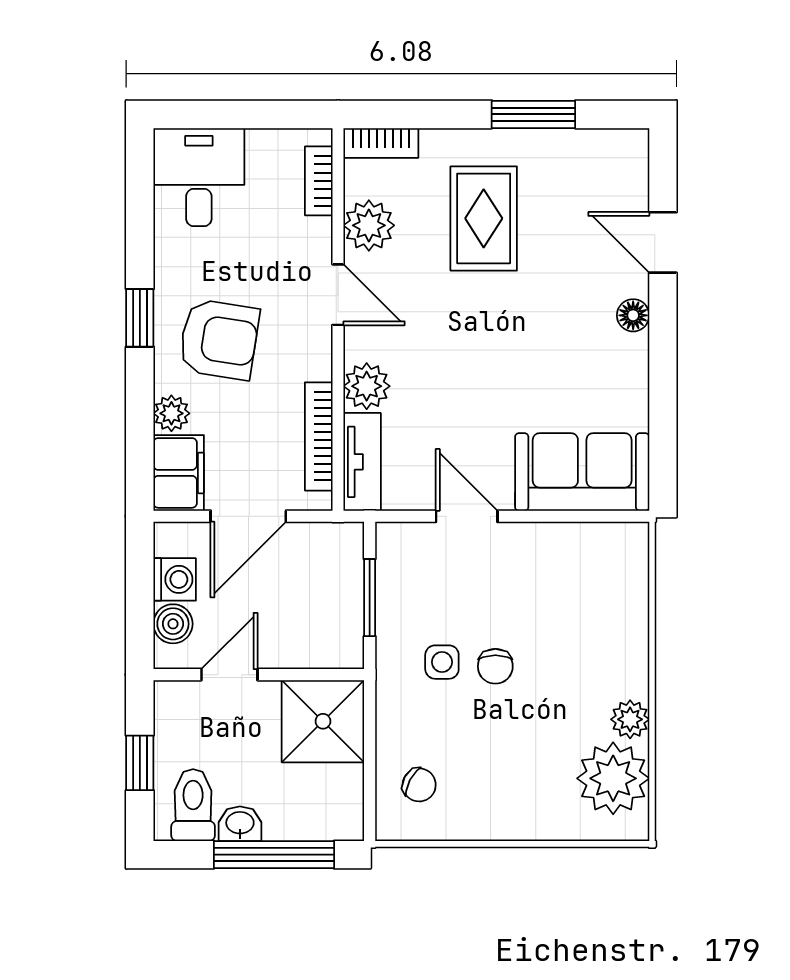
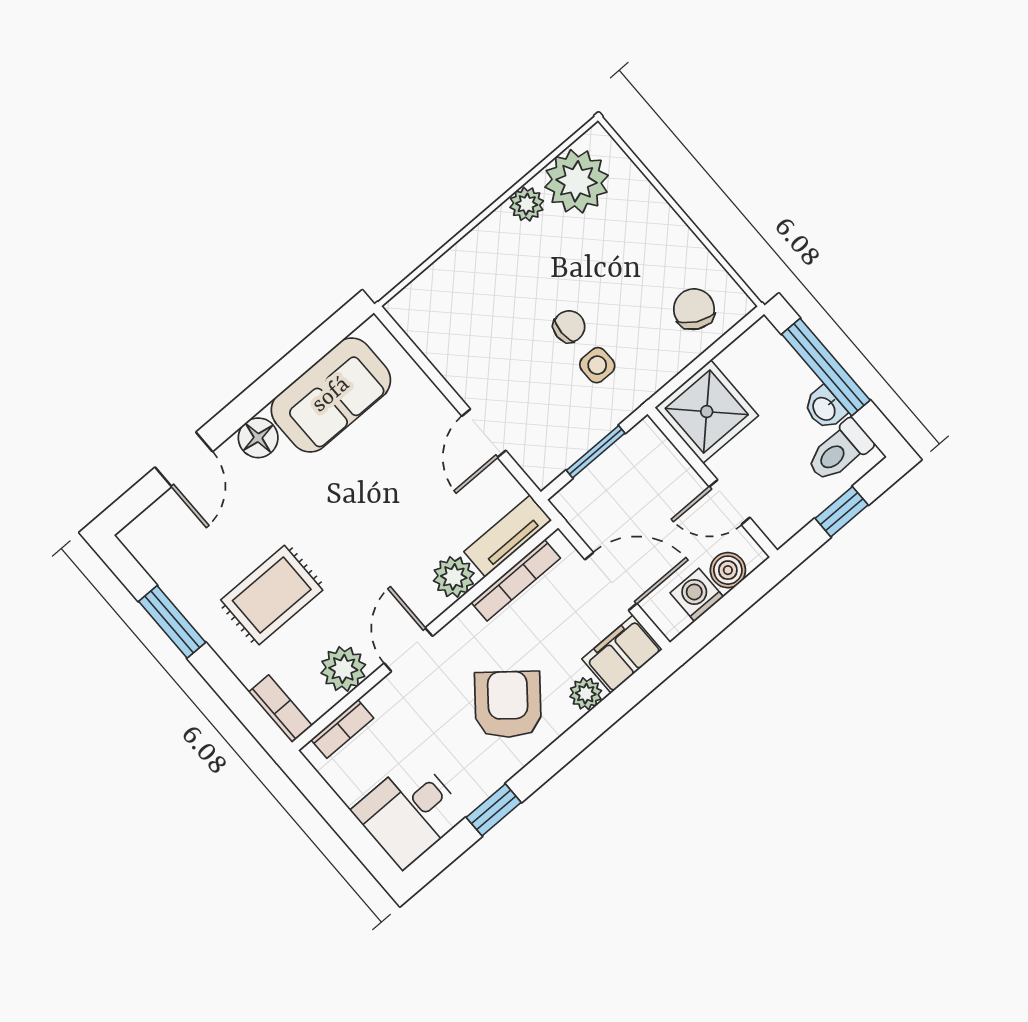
floor lamp: (633, 315) -> (258, 438), width x1.37, depth x1.37
window: (140, 318) -> (494, 810), moved
armchair: (219, 339) -> (508, 704), turned 30
sofa: (582, 472) -> (331, 395), moved, turned -90
chair: (419, 785) -> (694, 309), width x1.37, depth x1.37

